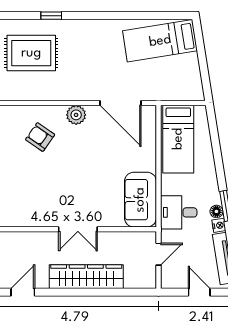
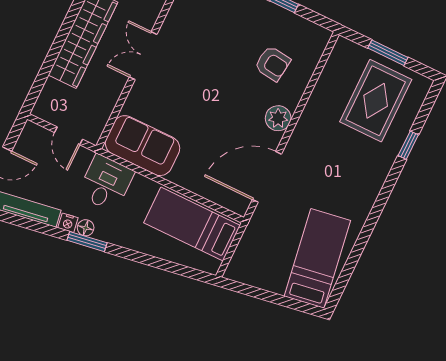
armchair: (40, 137) -> (272, 64), turned 62

